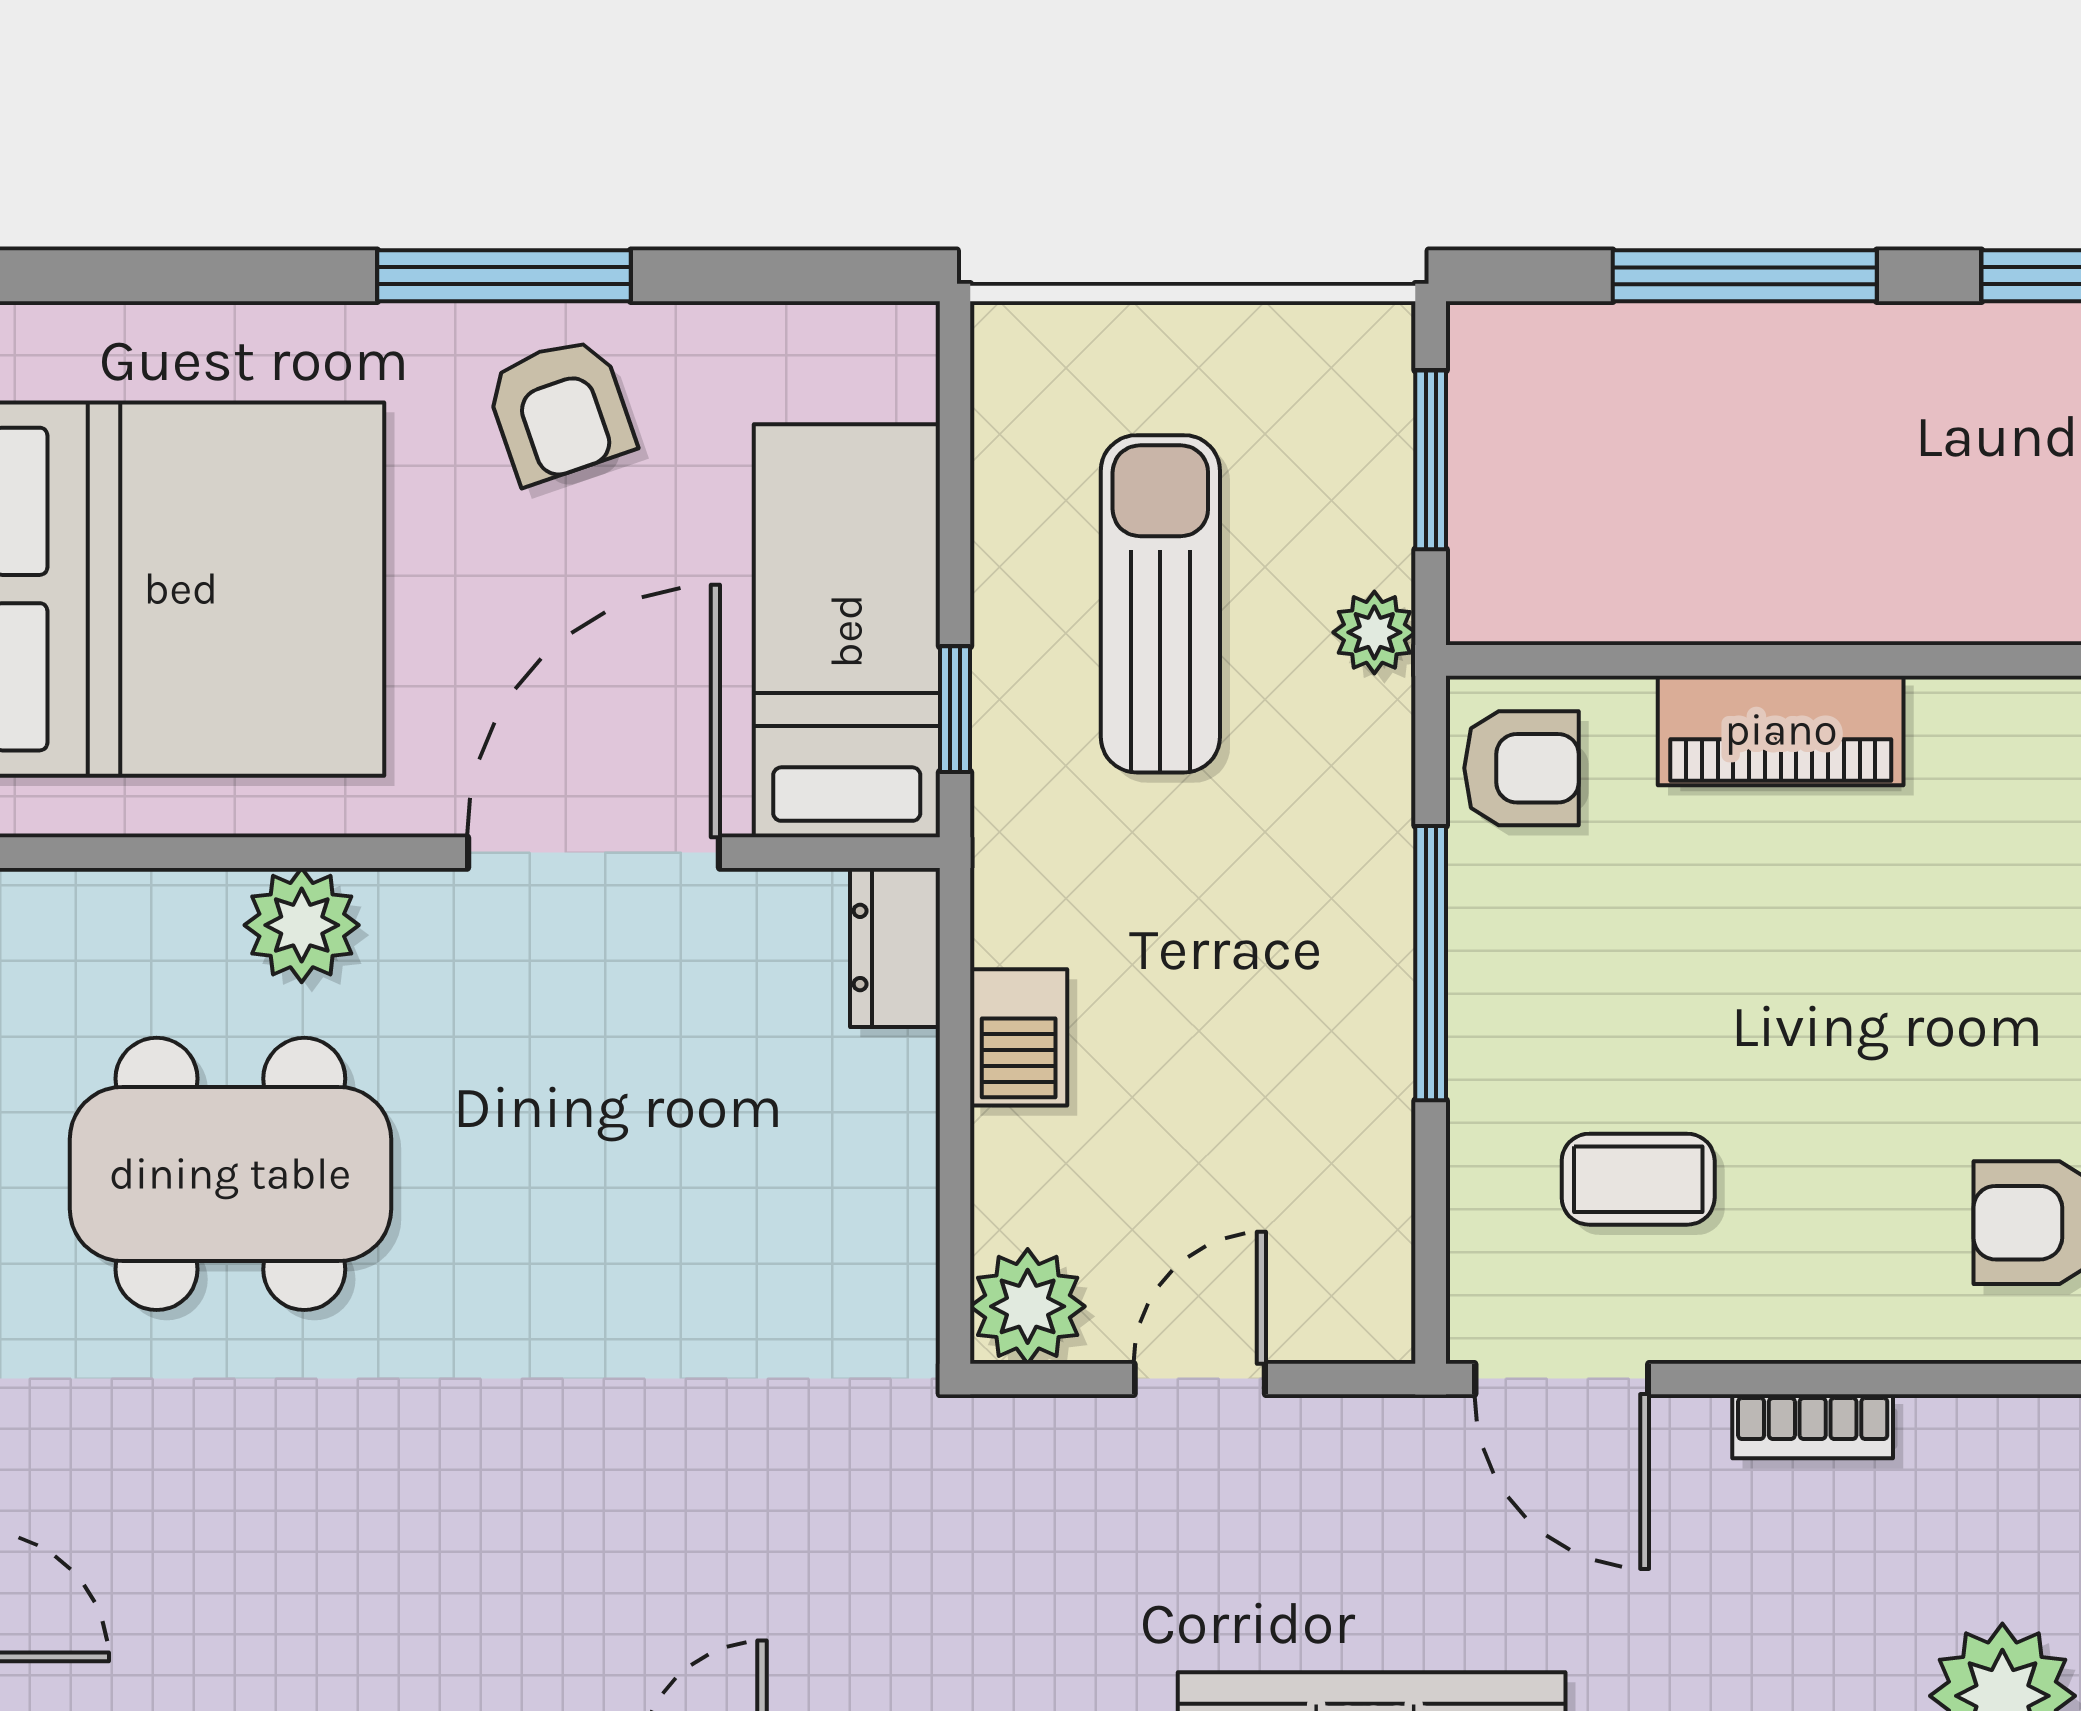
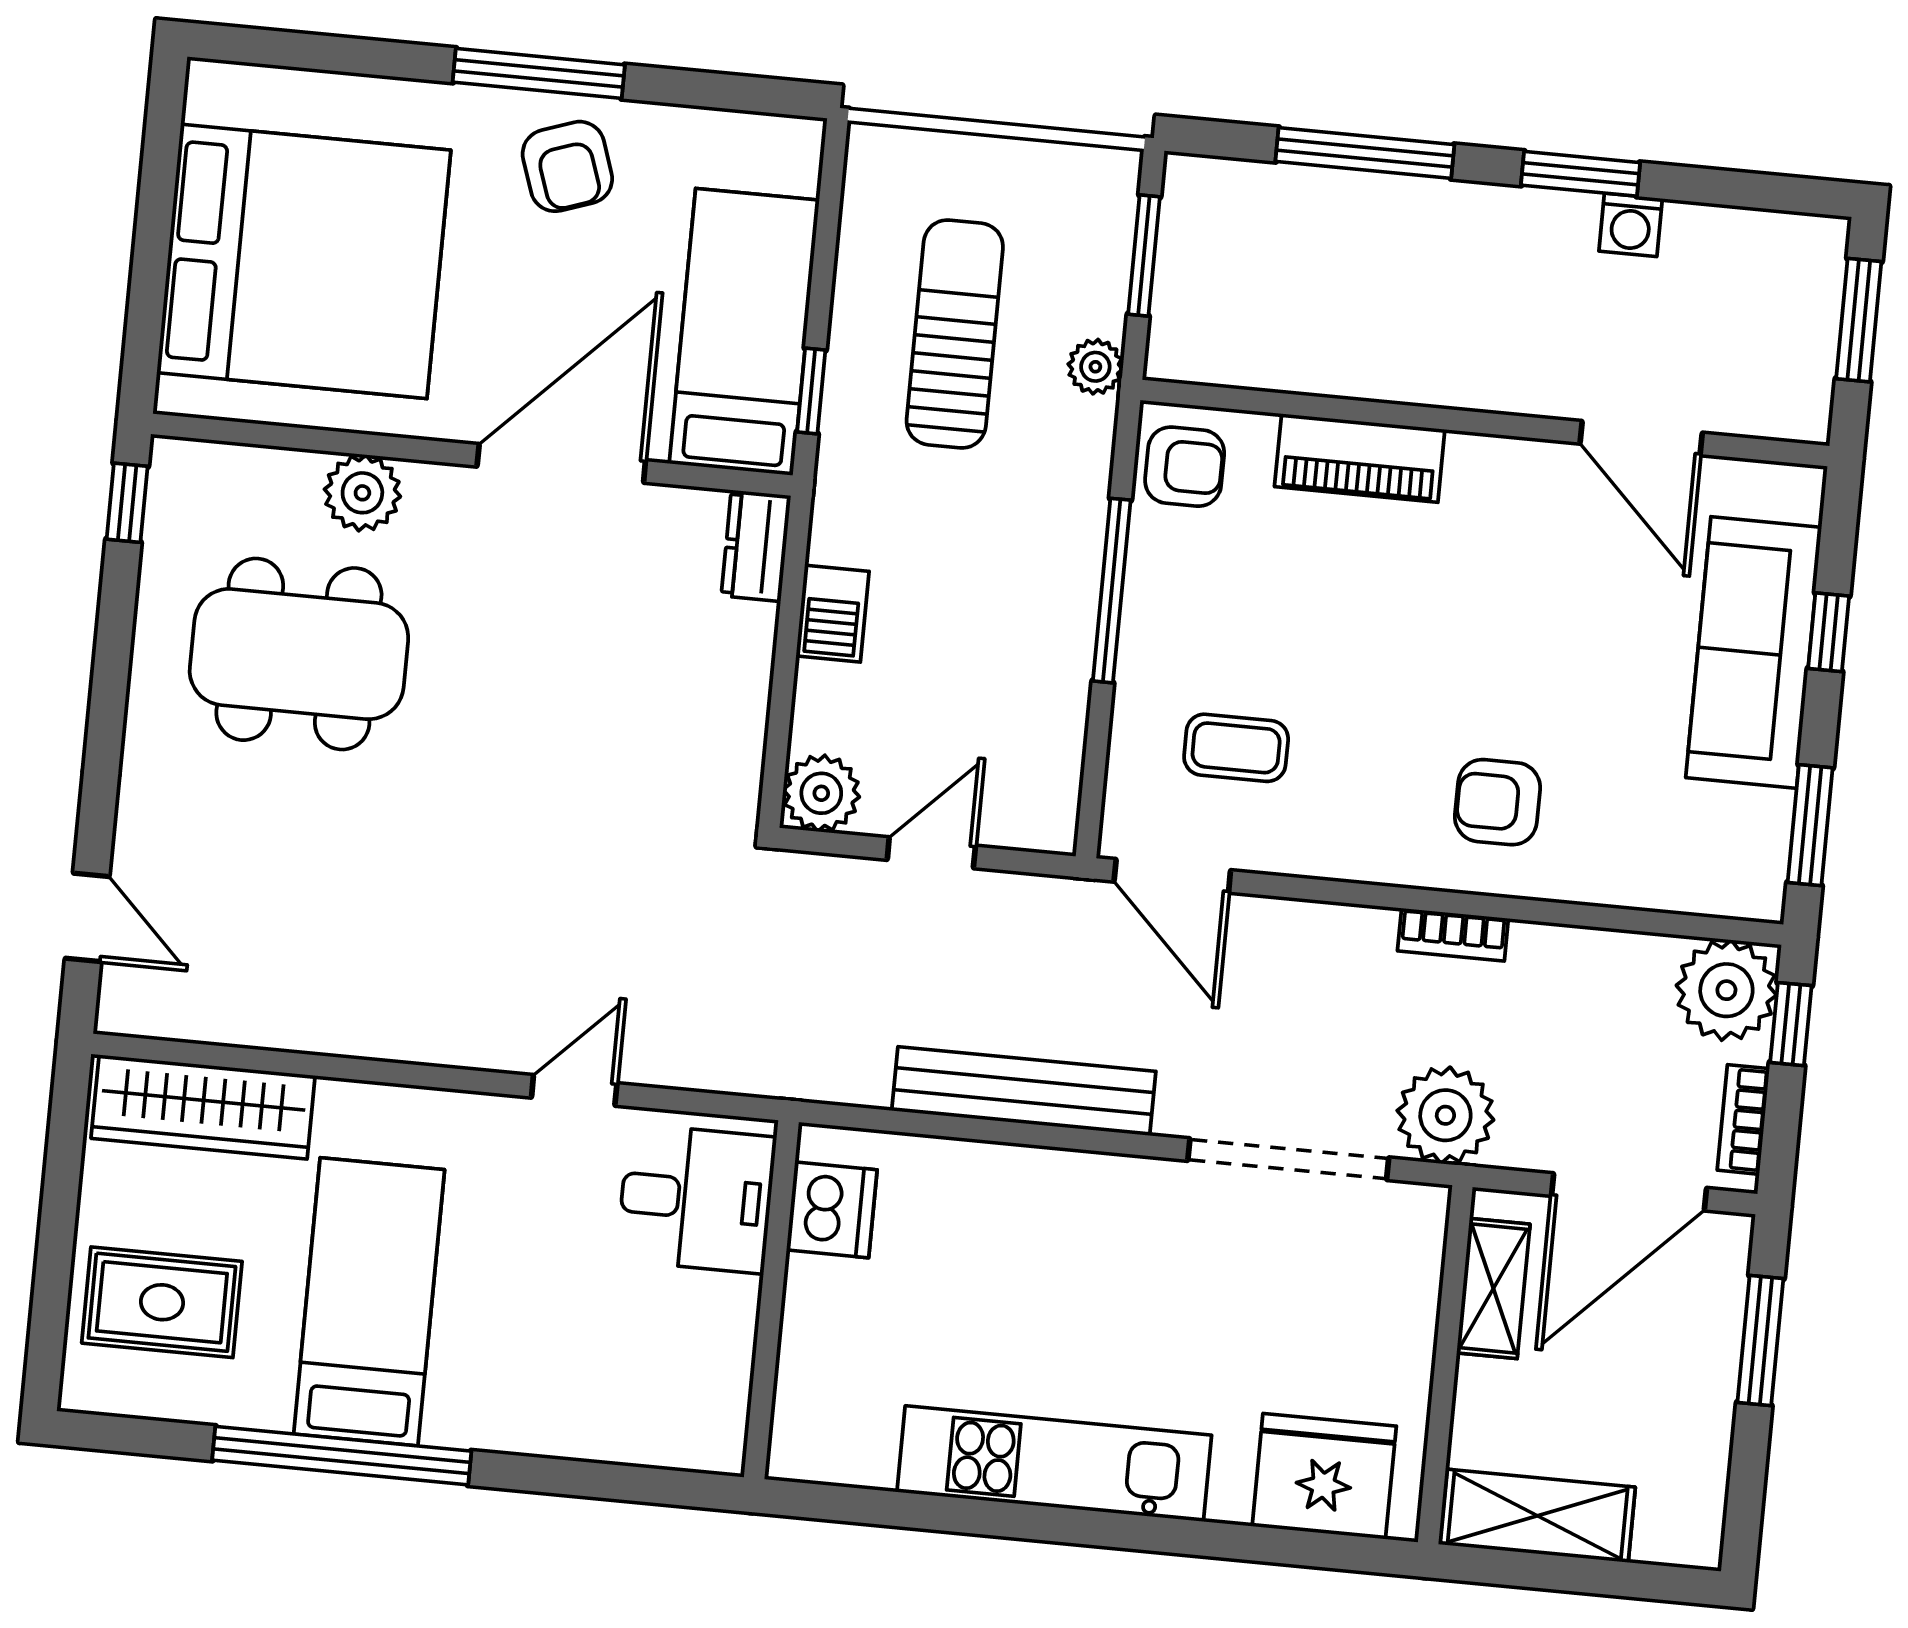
bookcase: (1813, 1426) -> (1453, 935), moved

